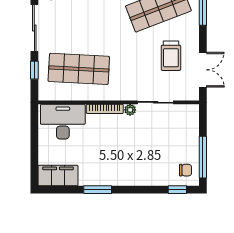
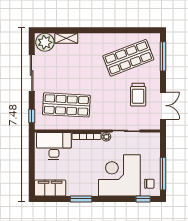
window: (34, 70) -> (32, 116), moved
corner desk: (147, 159) -> (119, 175), added

